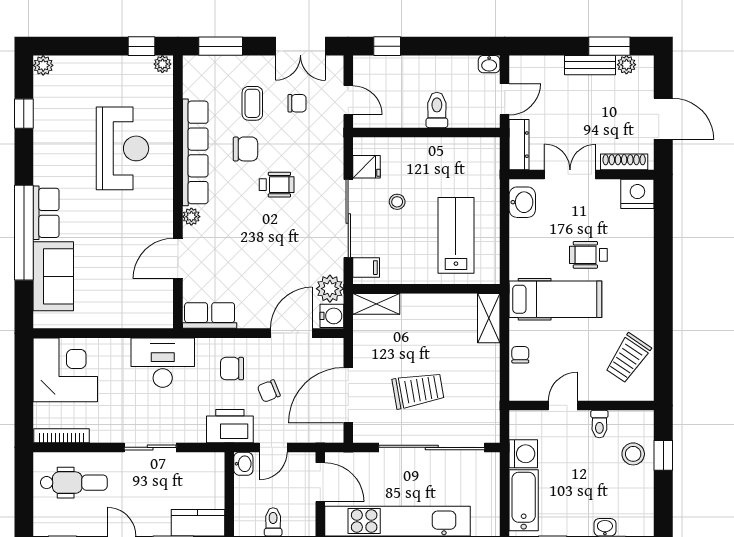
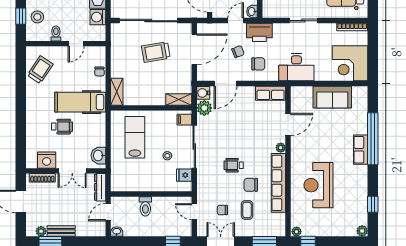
nightstand: (637, 194) -> (47, 160), moved
lab bench: (456, 235) -> (135, 137), turned 180
sofa: (53, 276) -> (332, 97), moved, turned -90

